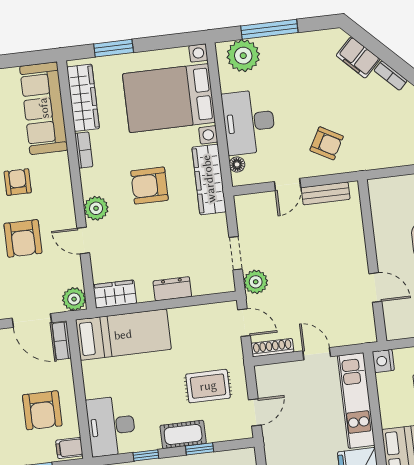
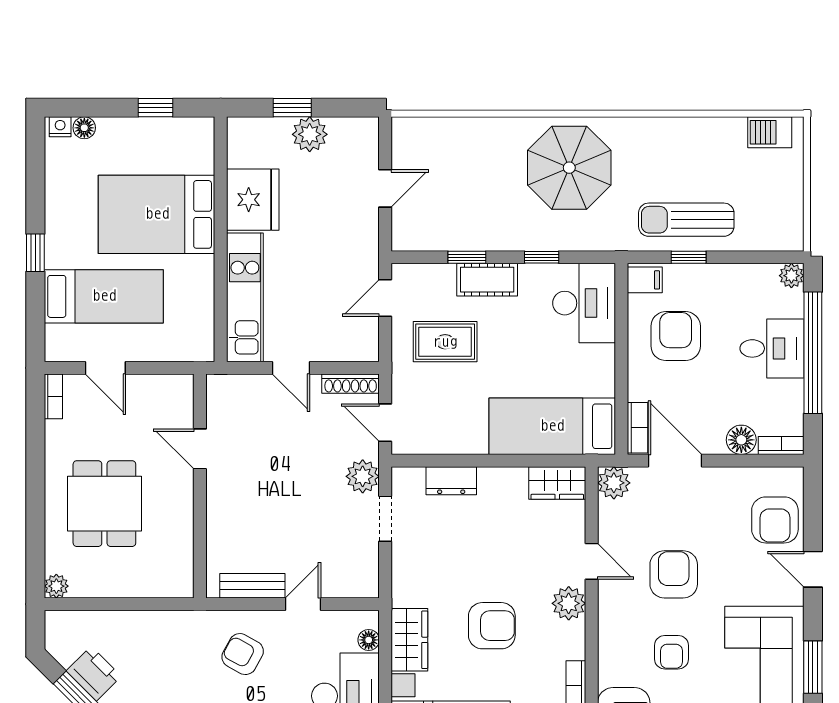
wardrobe: (209, 179) -> (409, 640), width x0.67
dresser: (172, 289) -> (451, 481), moved
nightstand: (383, 361) -> (201, 347), removed

